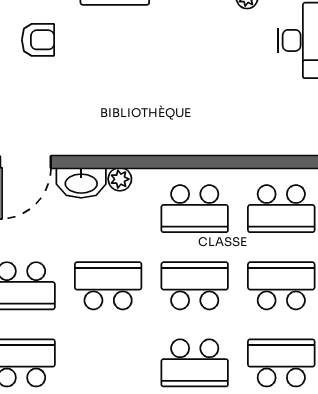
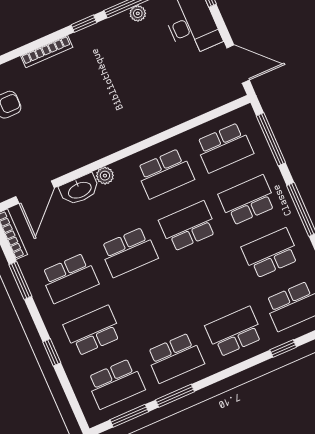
school desk: (108, 286) -> (129, 252), turned 180
school desk: (195, 363) -> (211, 279), removed

